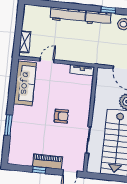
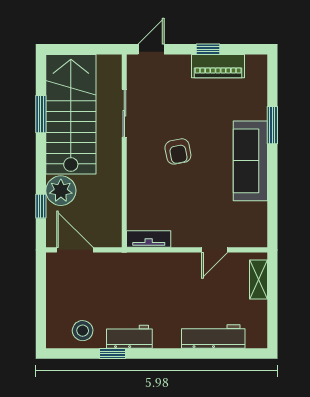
workbench: (68, 15) -> (213, 337), moved
sofa: (25, 83) -> (250, 161), moved
armchair: (61, 116) -> (178, 151), turned -101
piano: (47, 162) -> (218, 66), moved

